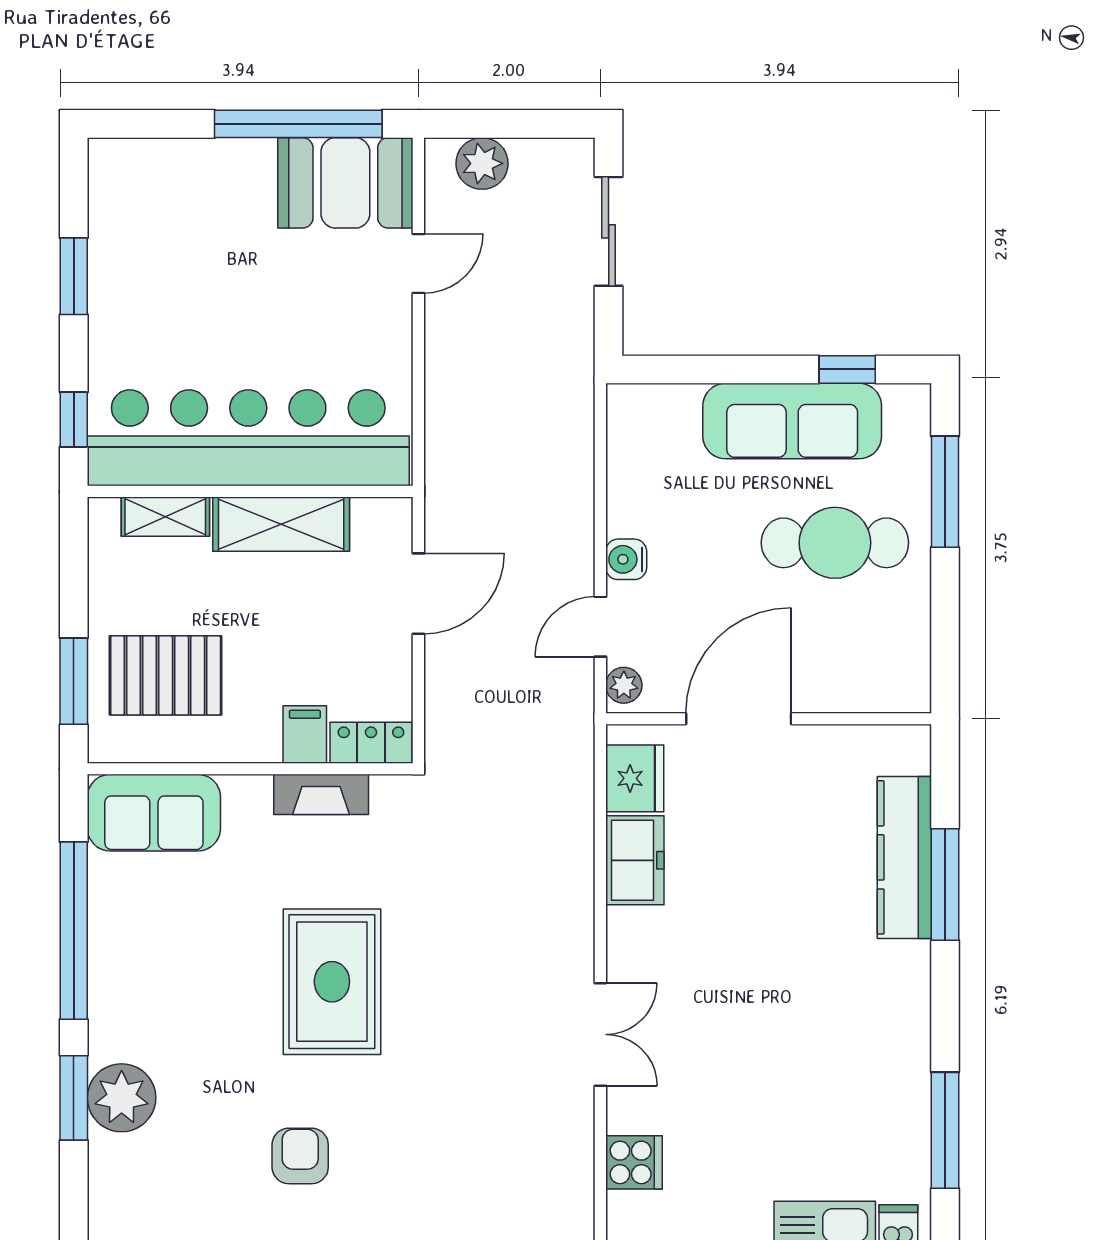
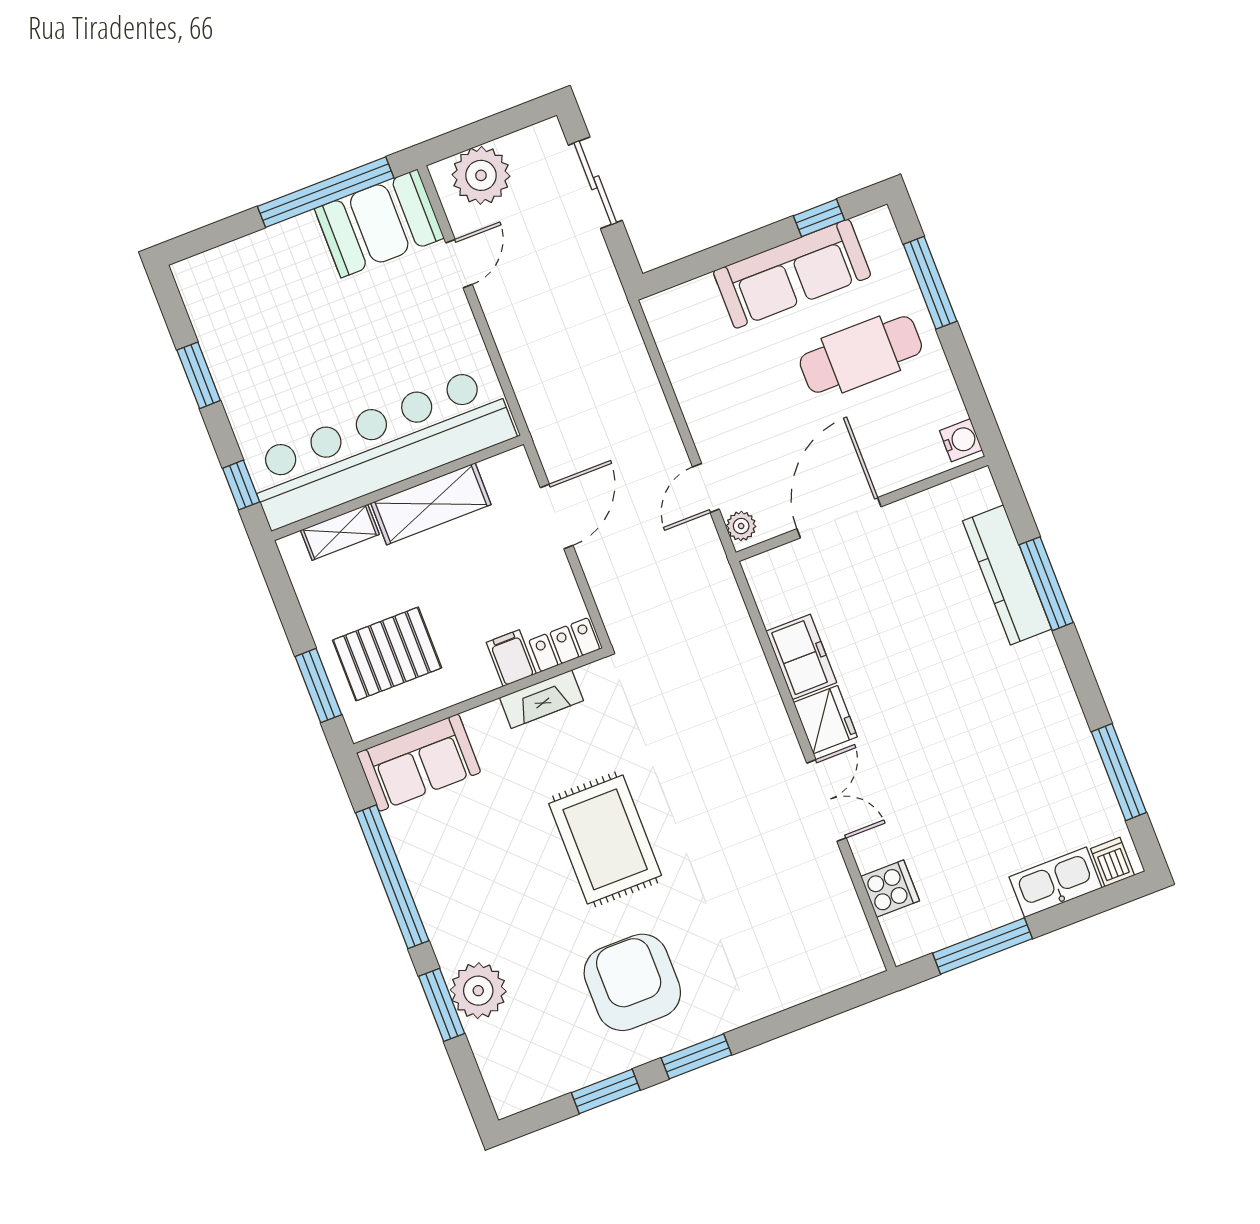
plant: (482, 163) -> (481, 175), width x1.36, depth x1.36
water cooler: (626, 559) -> (961, 440), moved, turned 180
fridge: (635, 778) -> (825, 720), moved
armchair: (300, 1156) -> (632, 982), width x1.88, depth x1.88

